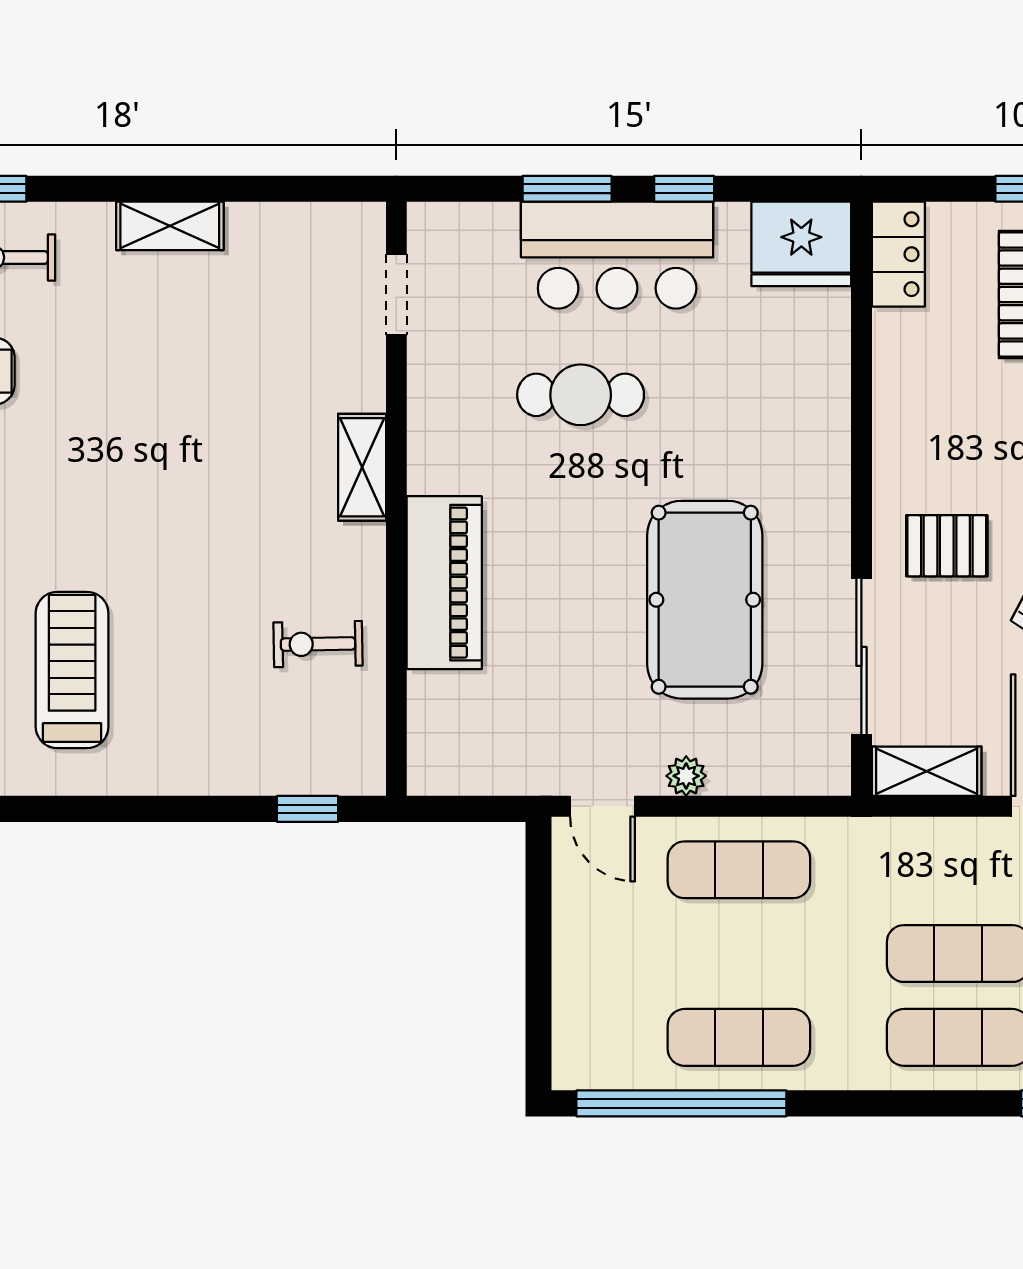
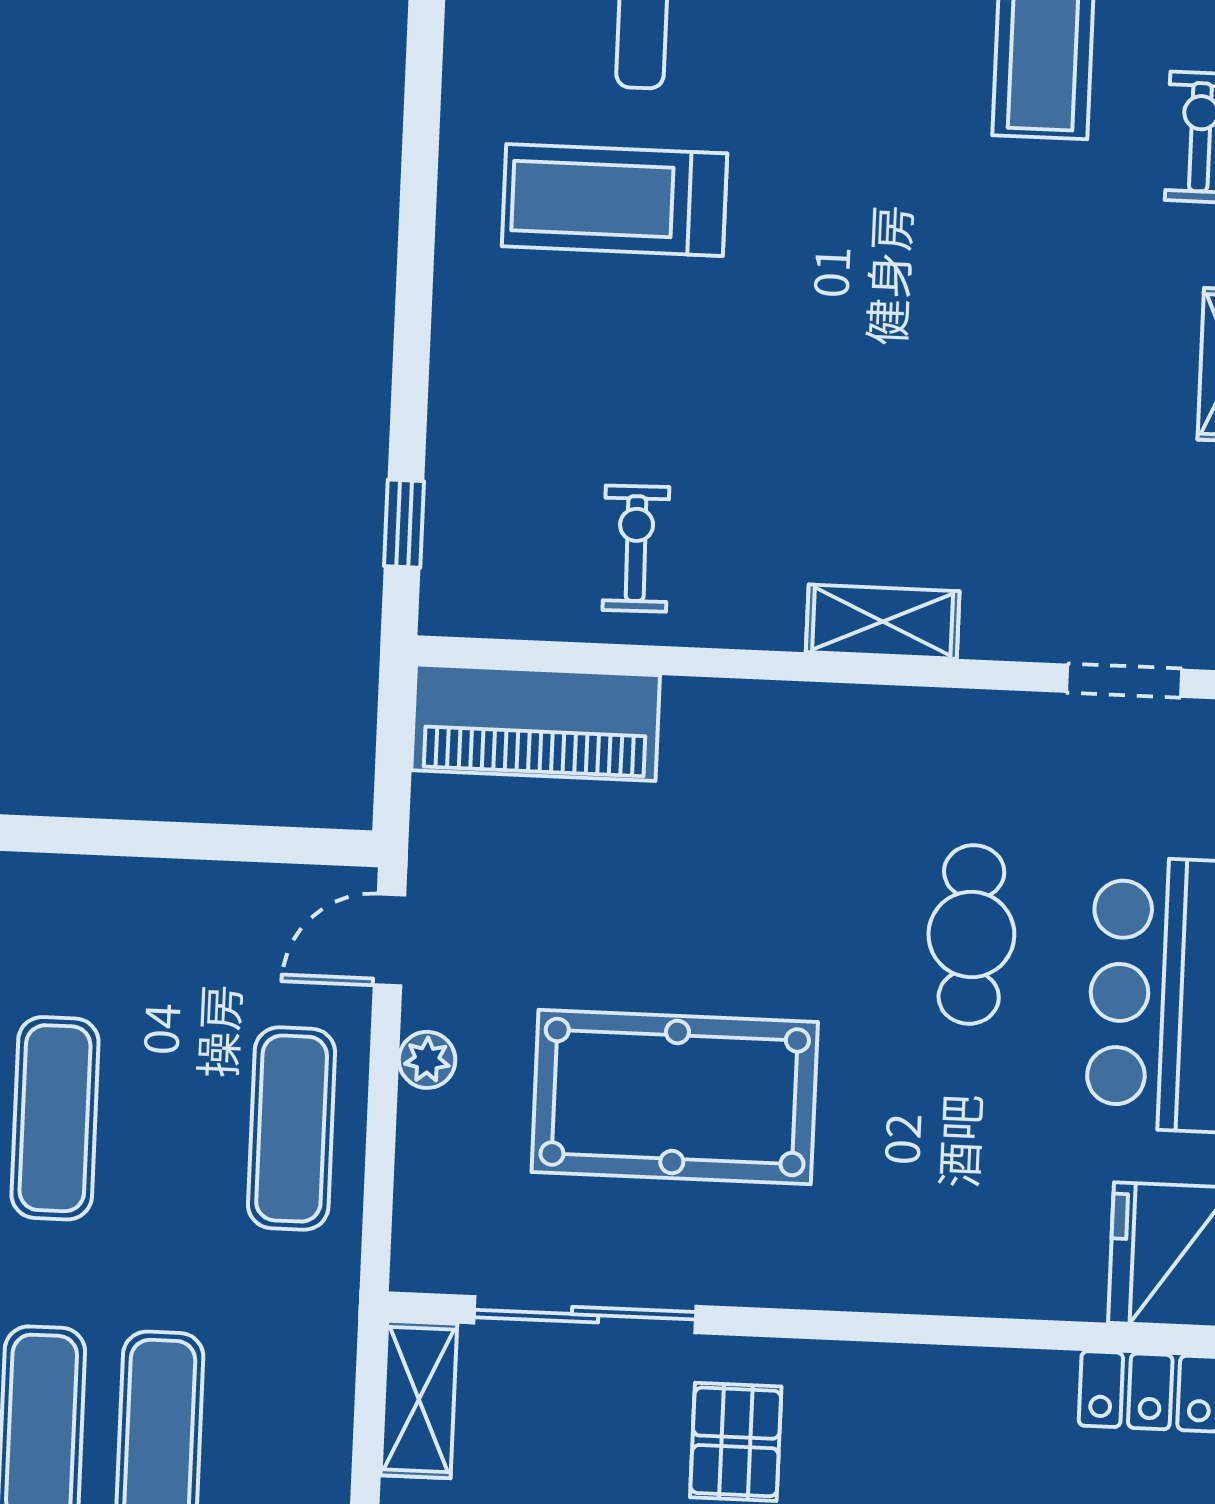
piano: (444, 583) -> (536, 723), moved
treadmill: (72, 670) -> (614, 200), turned 180

